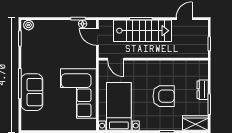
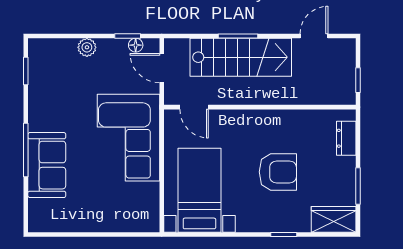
plant: (29, 25) -> (87, 47), moved
dresser: (203, 90) -> (346, 138), moved
corner sofa: (78, 94) -> (128, 138), moved

